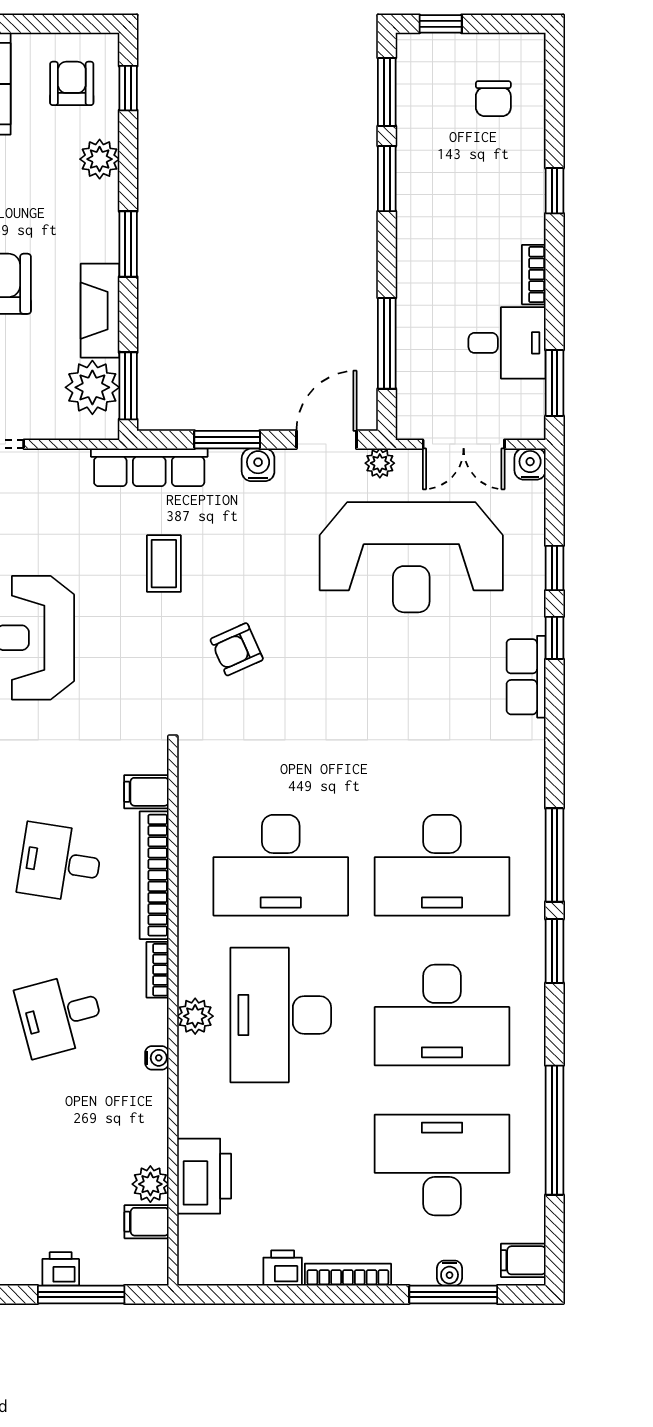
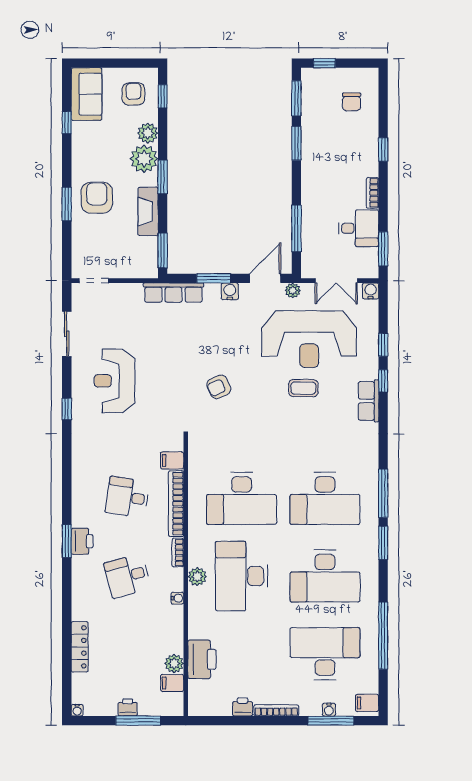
plant: (92, 387) -> (144, 159), moved
coffee table: (164, 564) -> (303, 388), moved, turned 90

